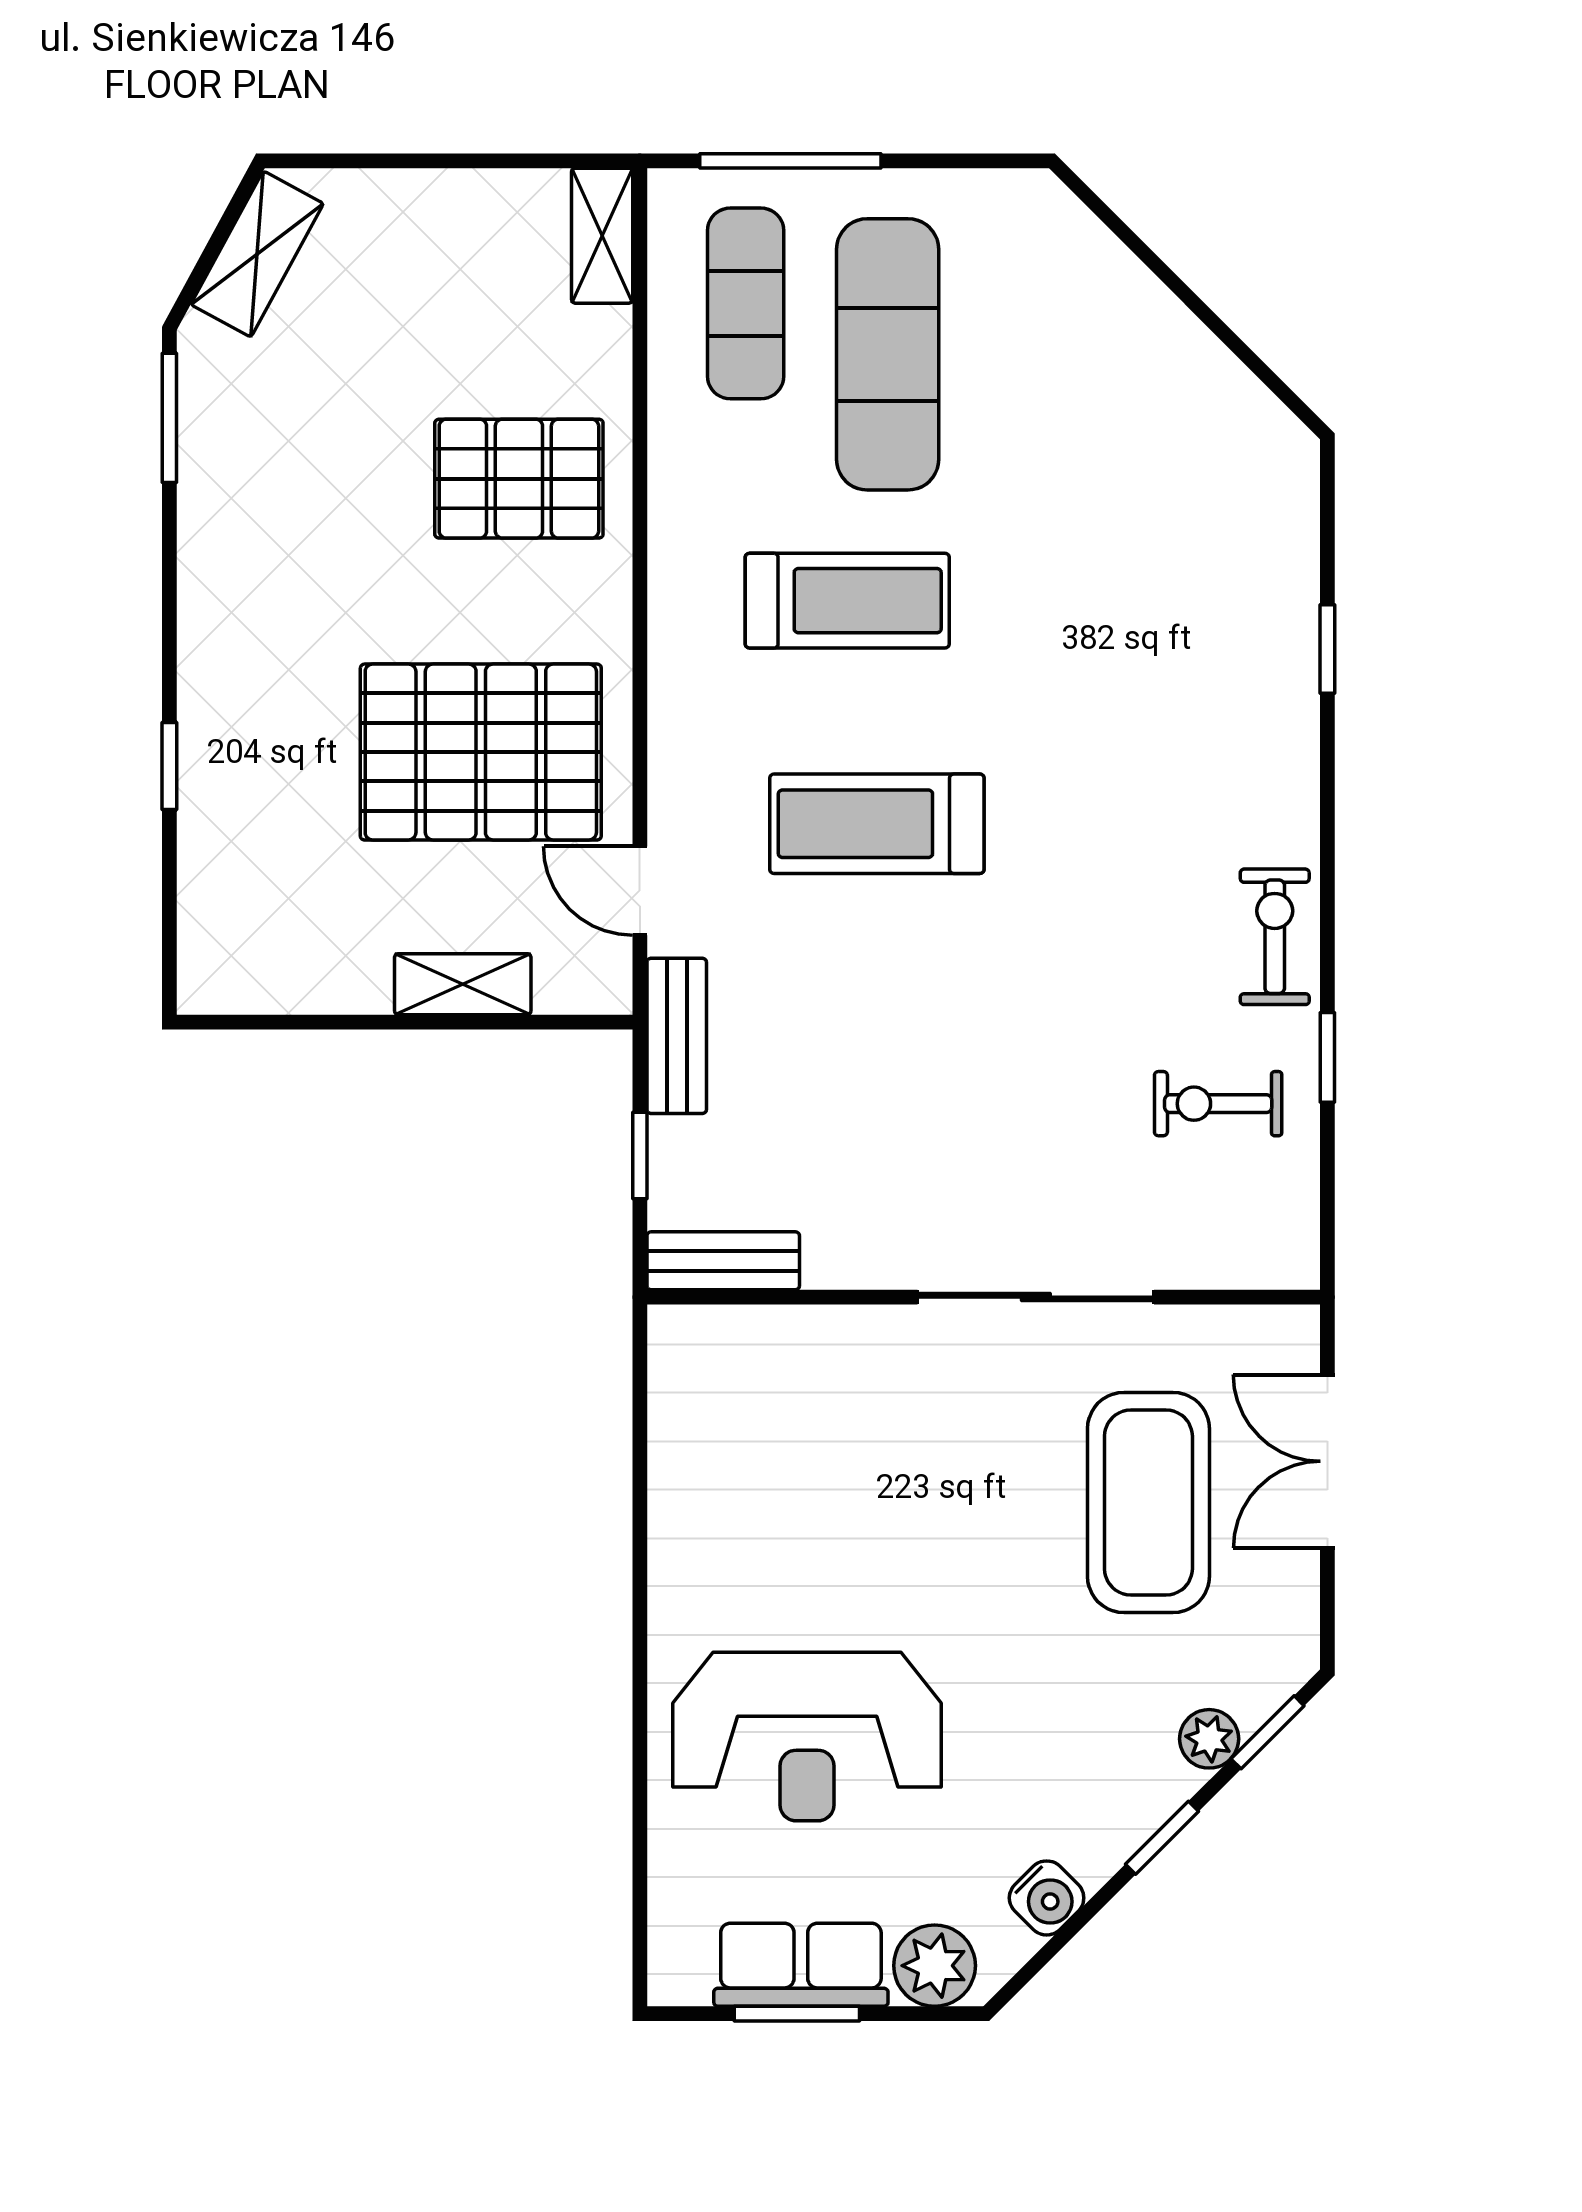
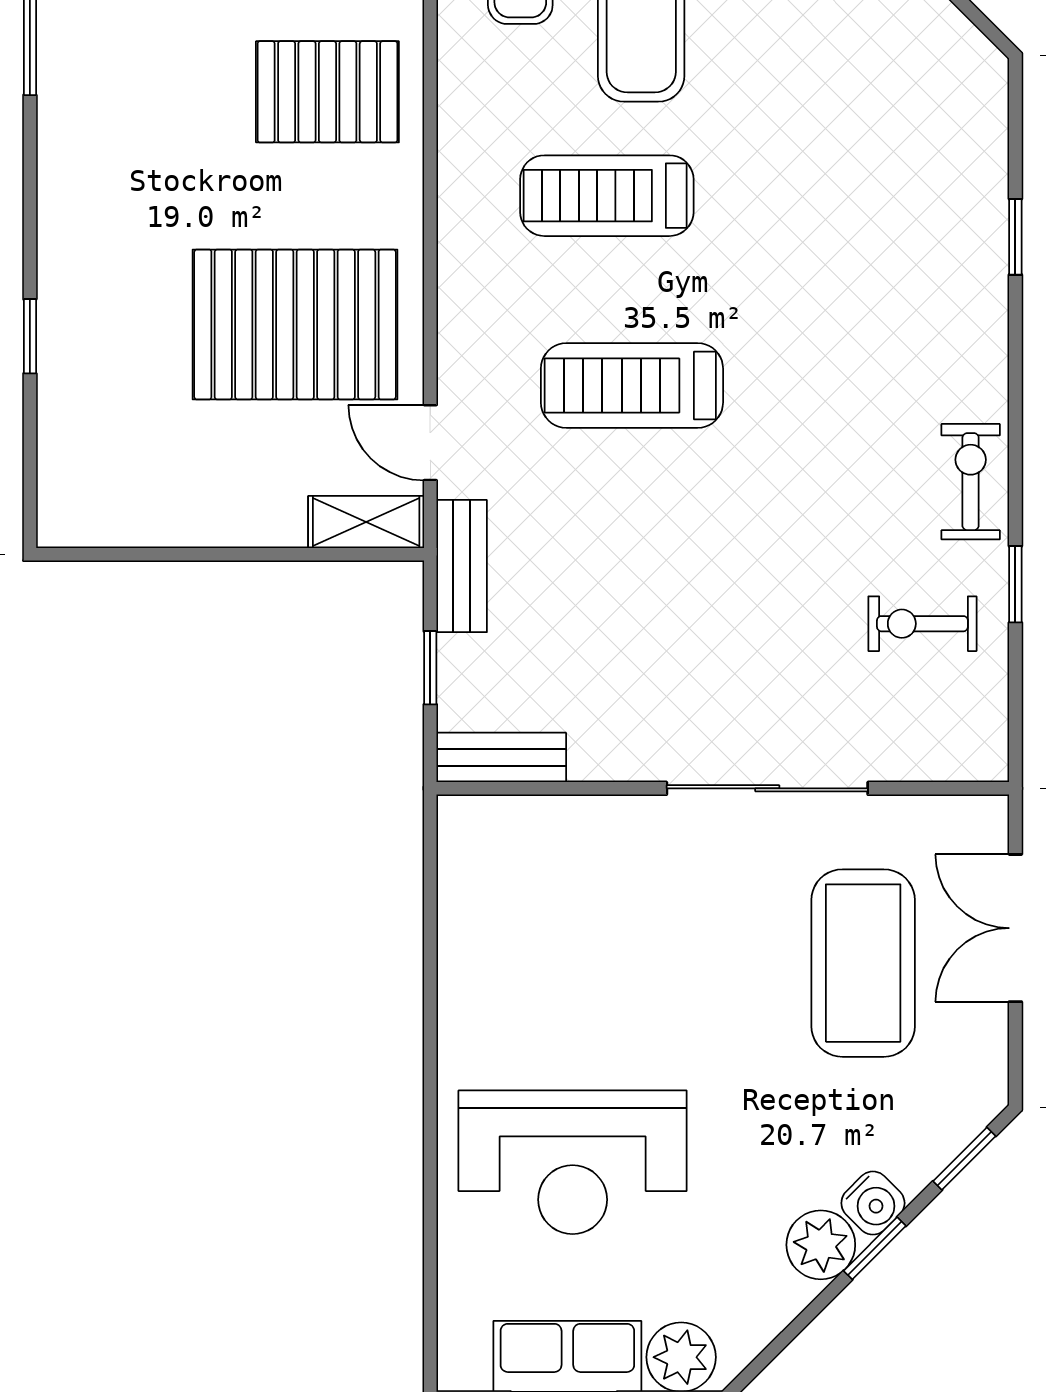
treadmill: (847, 601) -> (607, 196), turned 180
shelving: (463, 984) -> (366, 522), moved
plant: (1209, 1739) -> (821, 1245), moved, width x1.38, depth x1.38
water cooler: (1047, 1898) -> (873, 1203), moved

